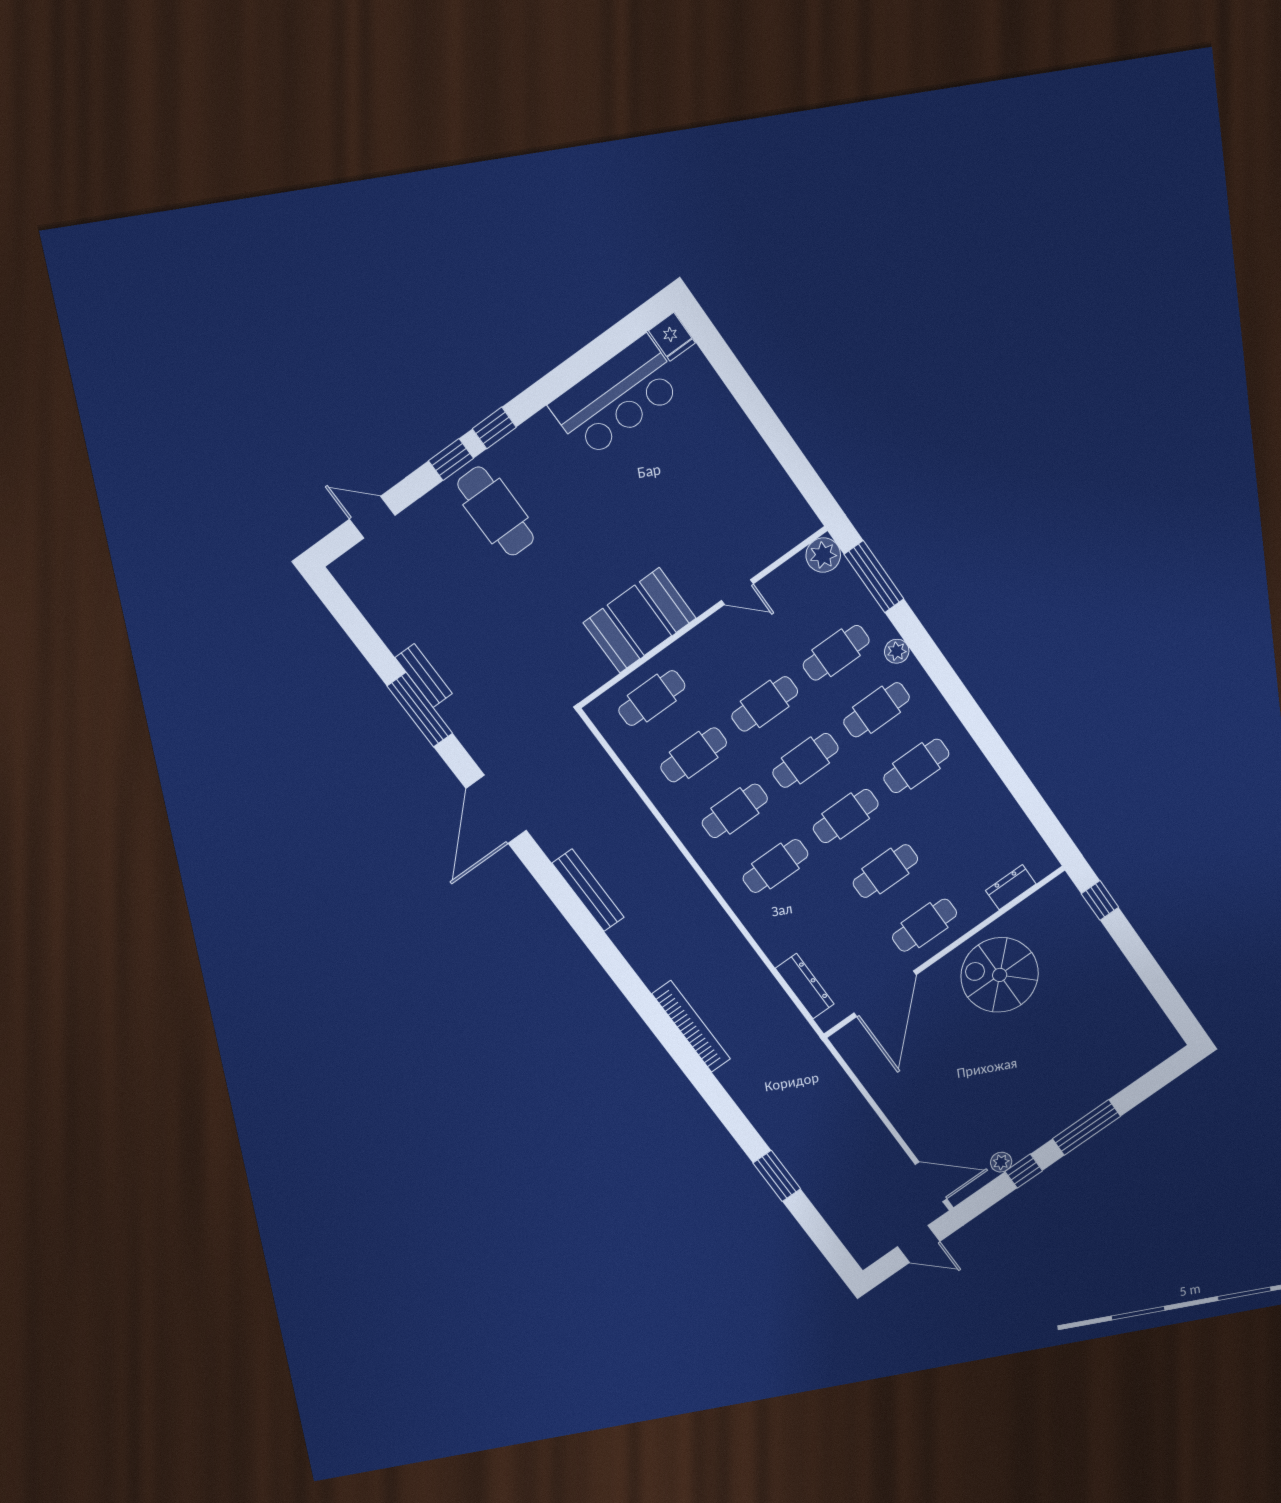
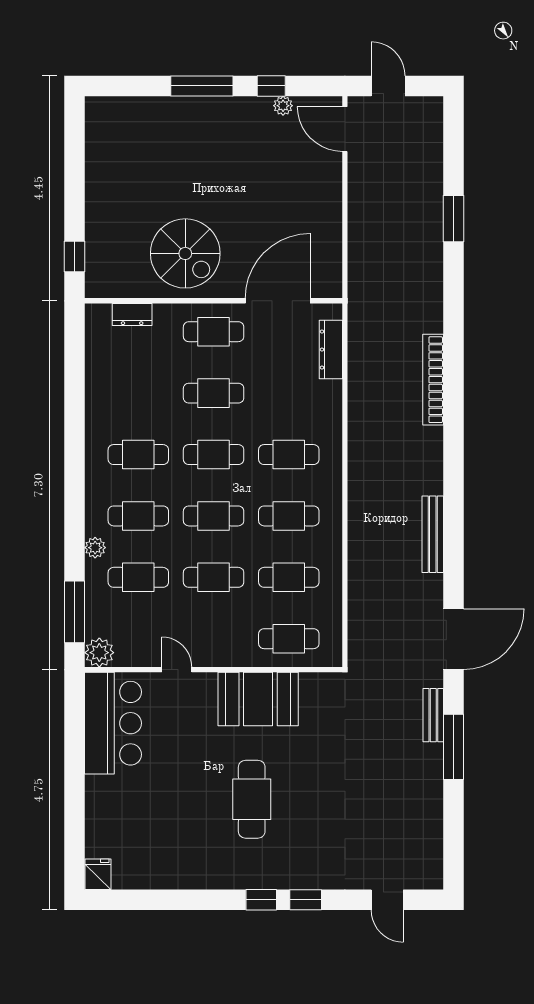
bar counter: (617, 397) -> (113, 723), moved, turned 90
cafe table: (496, 511) -> (252, 799), moved
bench: (424, 676) -> (433, 715), moved

